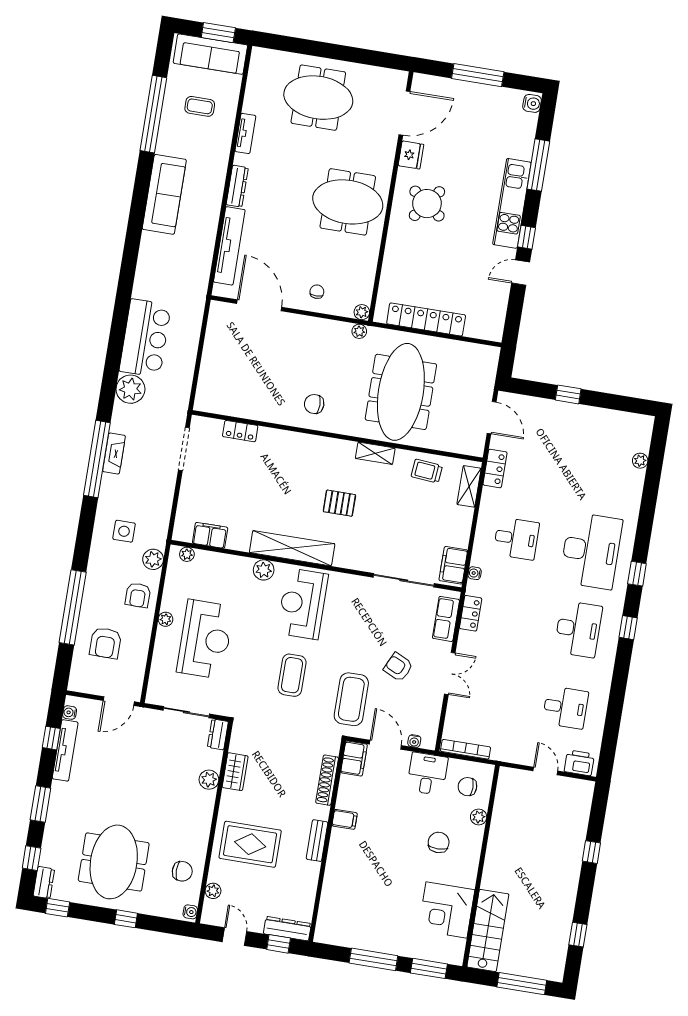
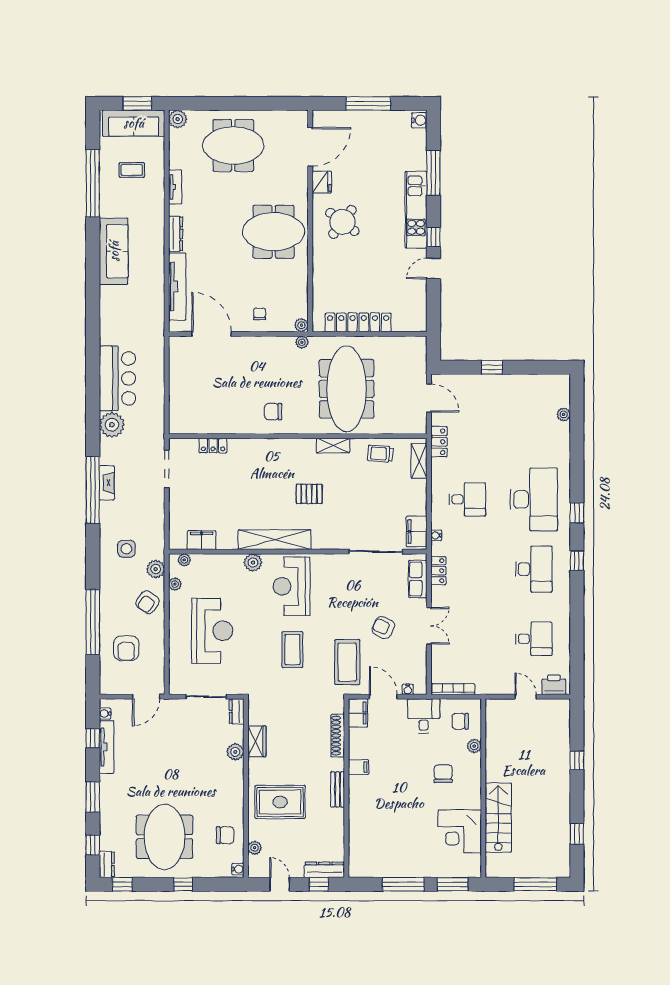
plant: (261, 58) -> (178, 119), added
armchair: (138, 595) -> (148, 602), turned 35
plant: (166, 619) -> (175, 584), moved
stairs: (488, 930) -> (498, 818), moved

